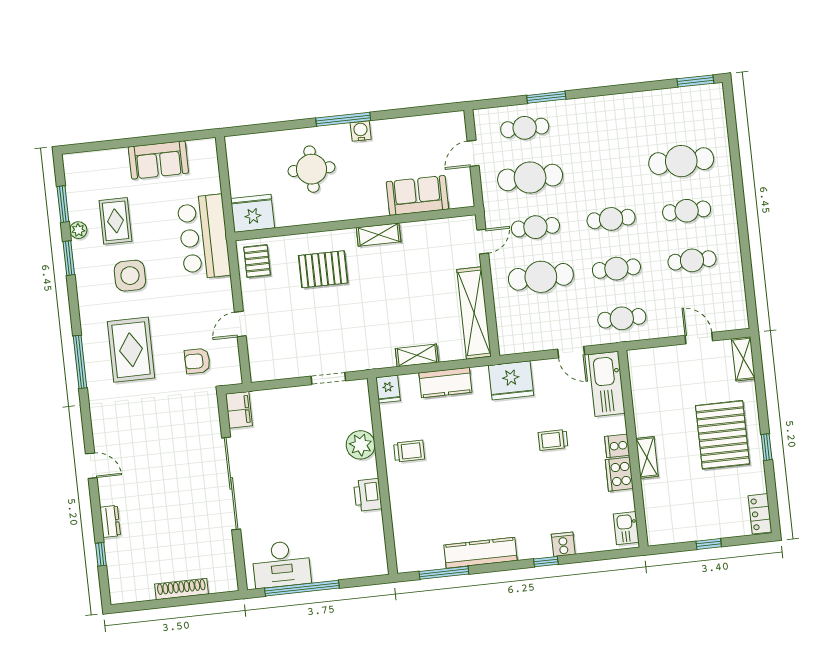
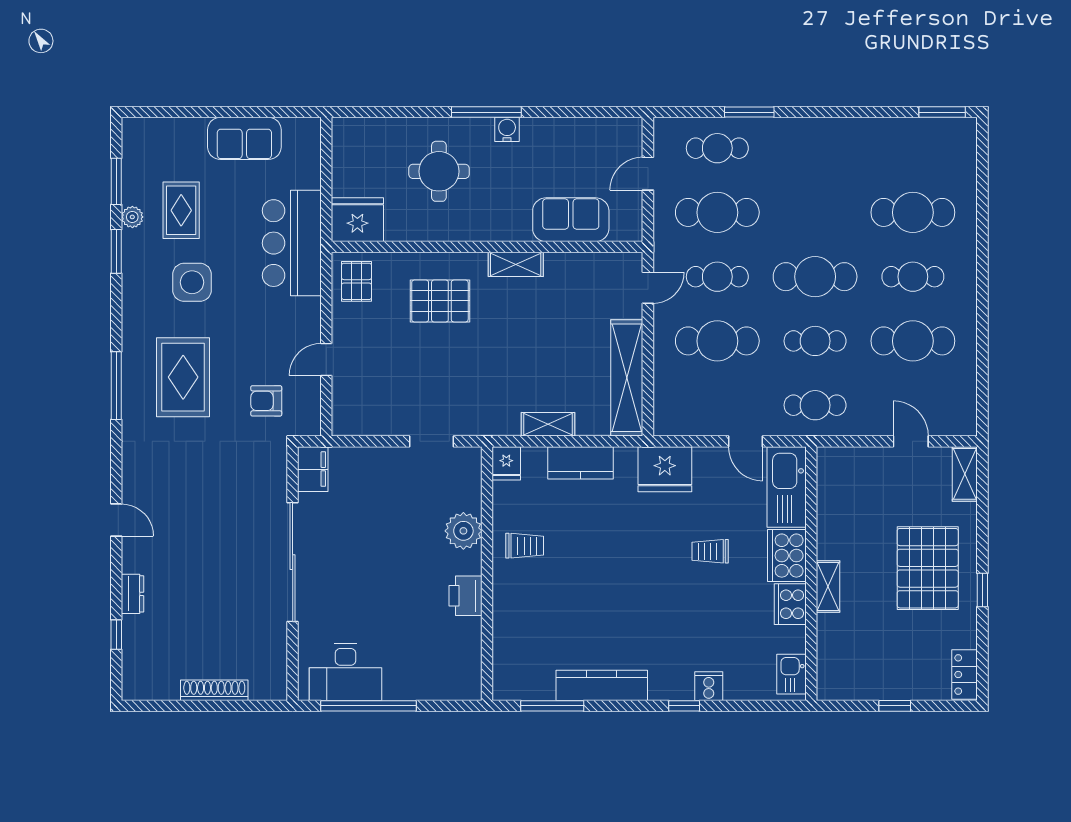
cafe table: (611, 219) -> (815, 277), width x1.37, depth x1.35
cafe table: (692, 260) -> (913, 341), width x1.37, depth x1.35
cooker: (617, 446) -> (787, 556), width x1.87, depth x1.31

